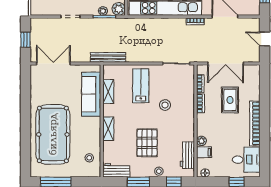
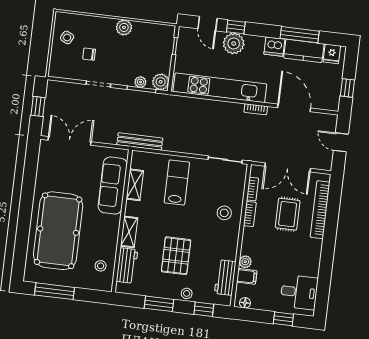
stool: (165, 105) -> (224, 213), moved
bookcase: (255, 123) -> (320, 210), moved
workbench: (116, 170) -> (127, 265), moved, turned 90

